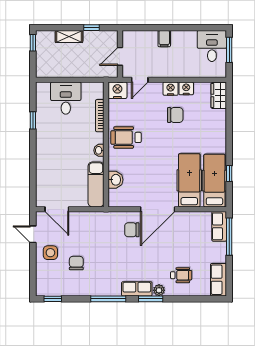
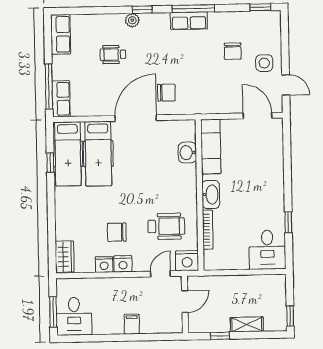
desk: (66, 98) -> (267, 250), moved
wheelchair: (126, 137) -> (166, 226), moved
washbasin: (99, 150) -> (211, 194), width x1.91, depth x1.45
wheelchair: (181, 275) -> (113, 54), moved
row of seats: (137, 289) -> (189, 21), moved
window: (151, 299) -> (142, 10), width x0.67

